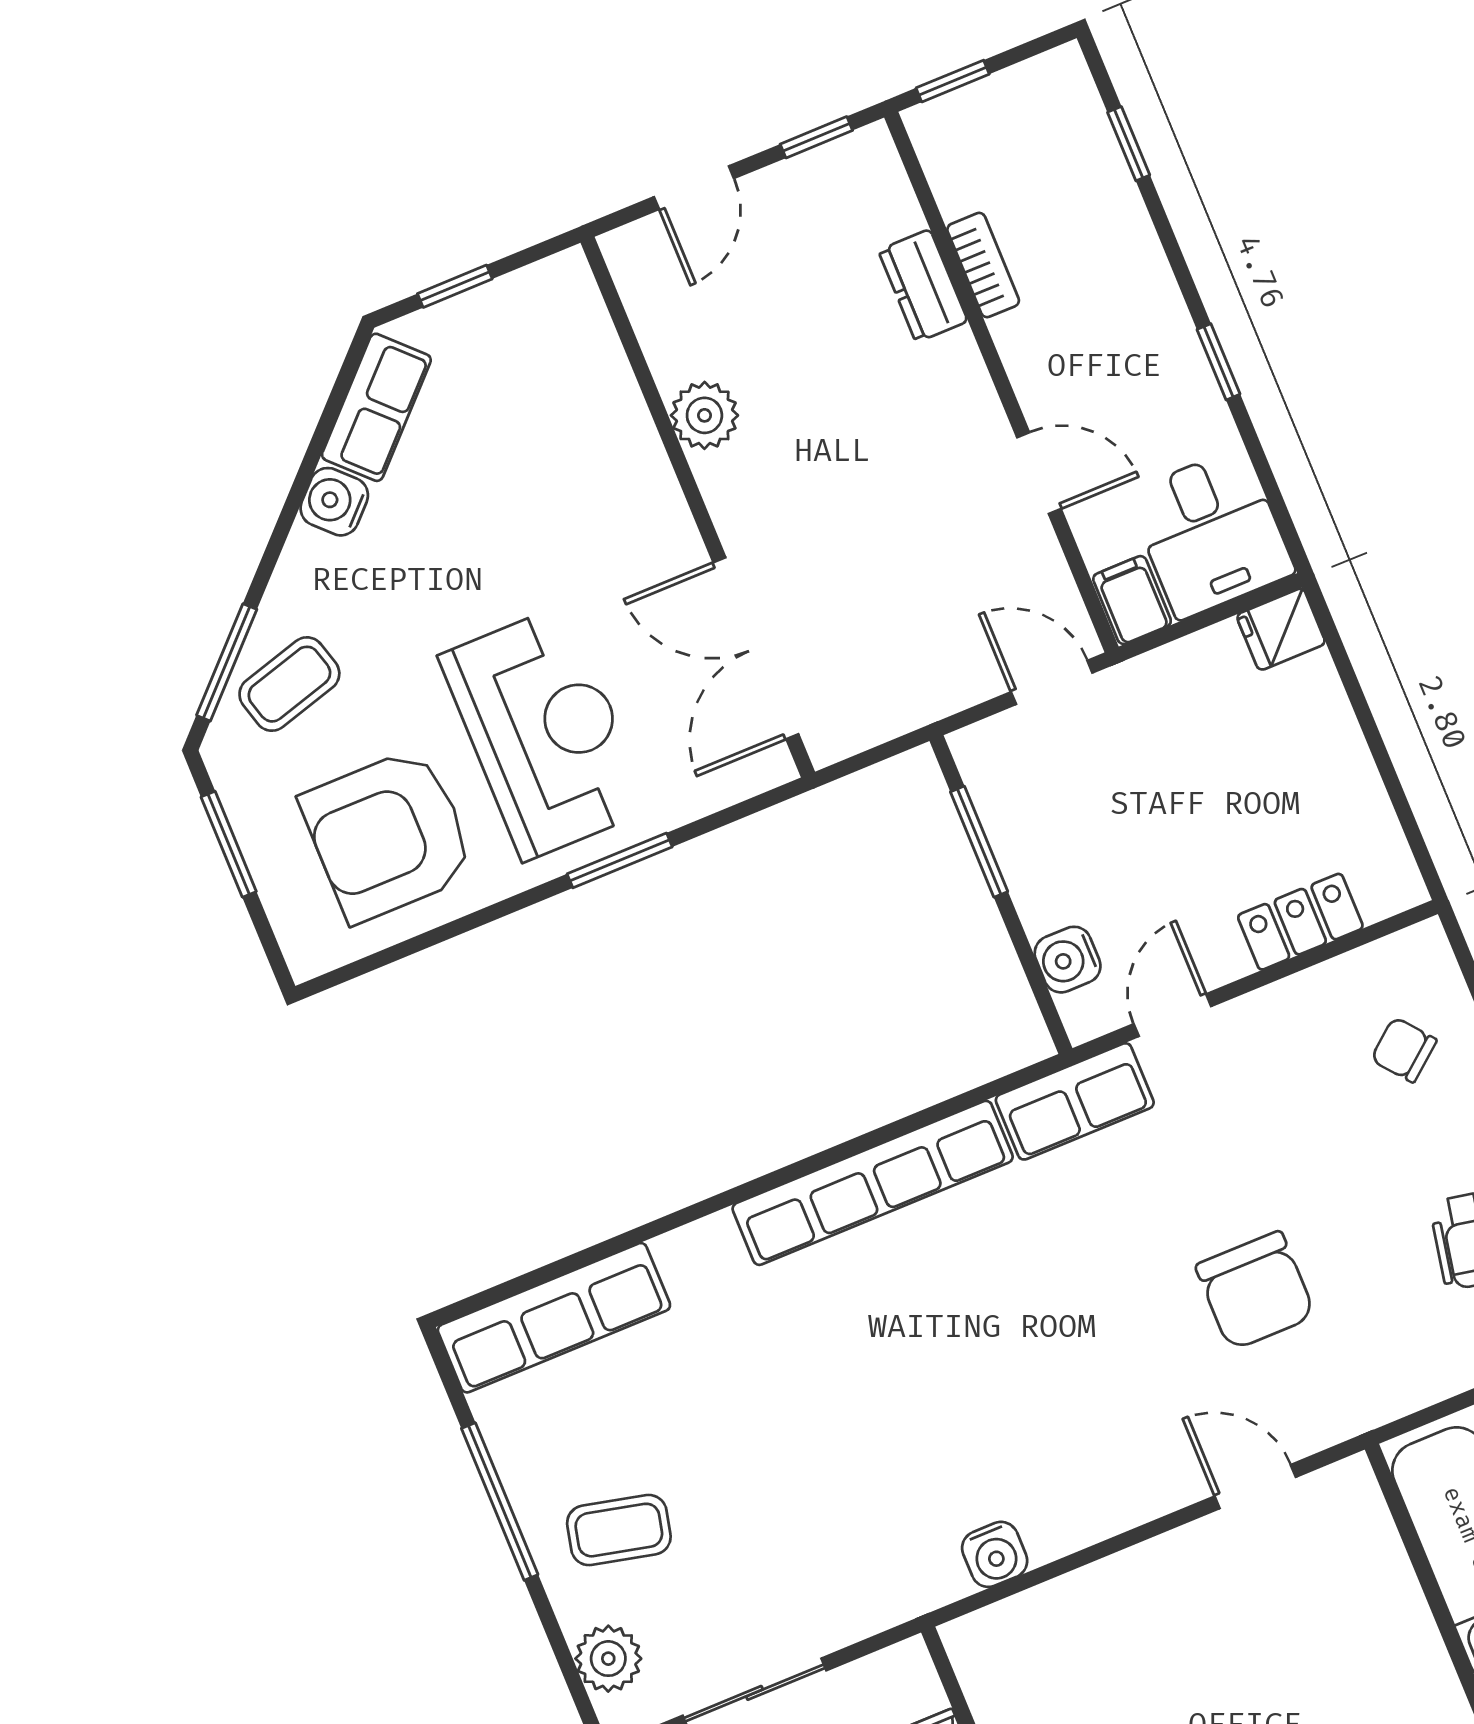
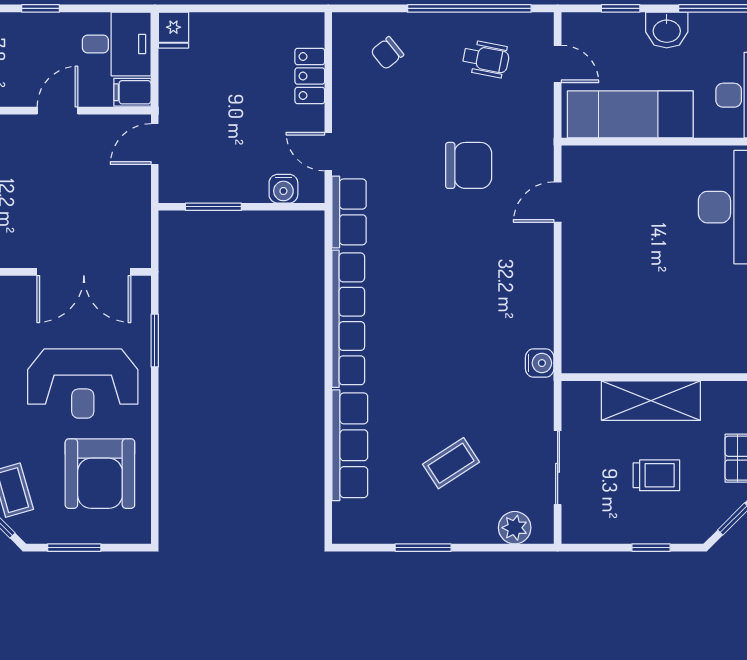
reception desk: (545, 733) -> (83, 383), turned 180
window: (620, 860) -> (155, 341), moved
row of seats: (554, 1318) -> (350, 445), moved
window: (500, 1502) -> (423, 548), width x0.69
coffee table: (619, 1530) -> (451, 463), moved, turned 44
water cooler: (995, 1554) -> (540, 363), moved

